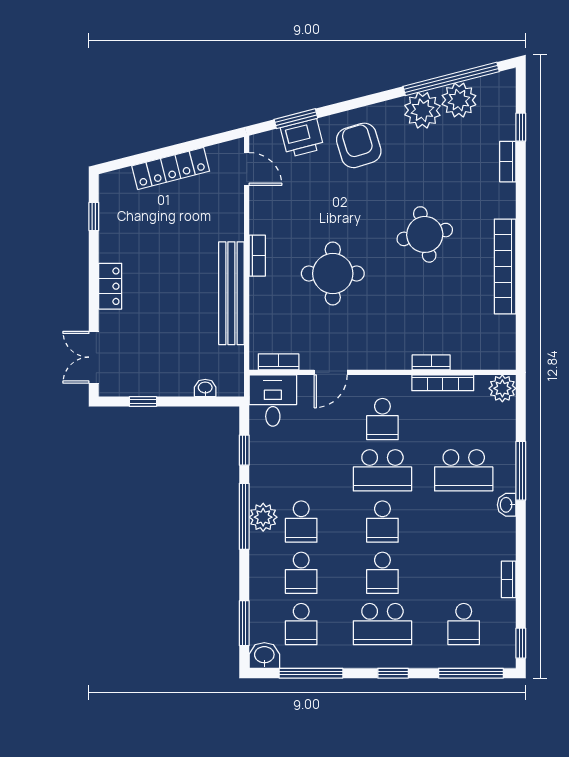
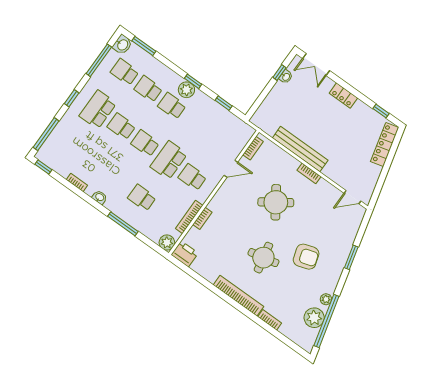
plant: (422, 110) -> (326, 299), width x0.53, depth x0.53
window: (296, 119) -> (351, 257), moved
window: (521, 127) -> (281, 337), removed
printer: (302, 138) -> (185, 254), moved, turned 104
armchair: (359, 145) -> (306, 257), moved
locker: (171, 168) -> (385, 145), moved
bookcase: (505, 266) -> (238, 296), moved
round table: (333, 274) -> (276, 202), turned -34
double door: (94, 357) -> (316, 64), swing flipped
door: (331, 372) -> (231, 169), swing flipped
washbasin: (205, 388) -> (286, 77), moved
desk: (273, 400) -> (237, 133), removed
school desk: (464, 470) -> (142, 198), width x0.54
washbasin: (507, 505) -> (100, 197), moved
window: (244, 516) -> (193, 81), width x0.46
school desk: (464, 624) -> (71, 147), removed

